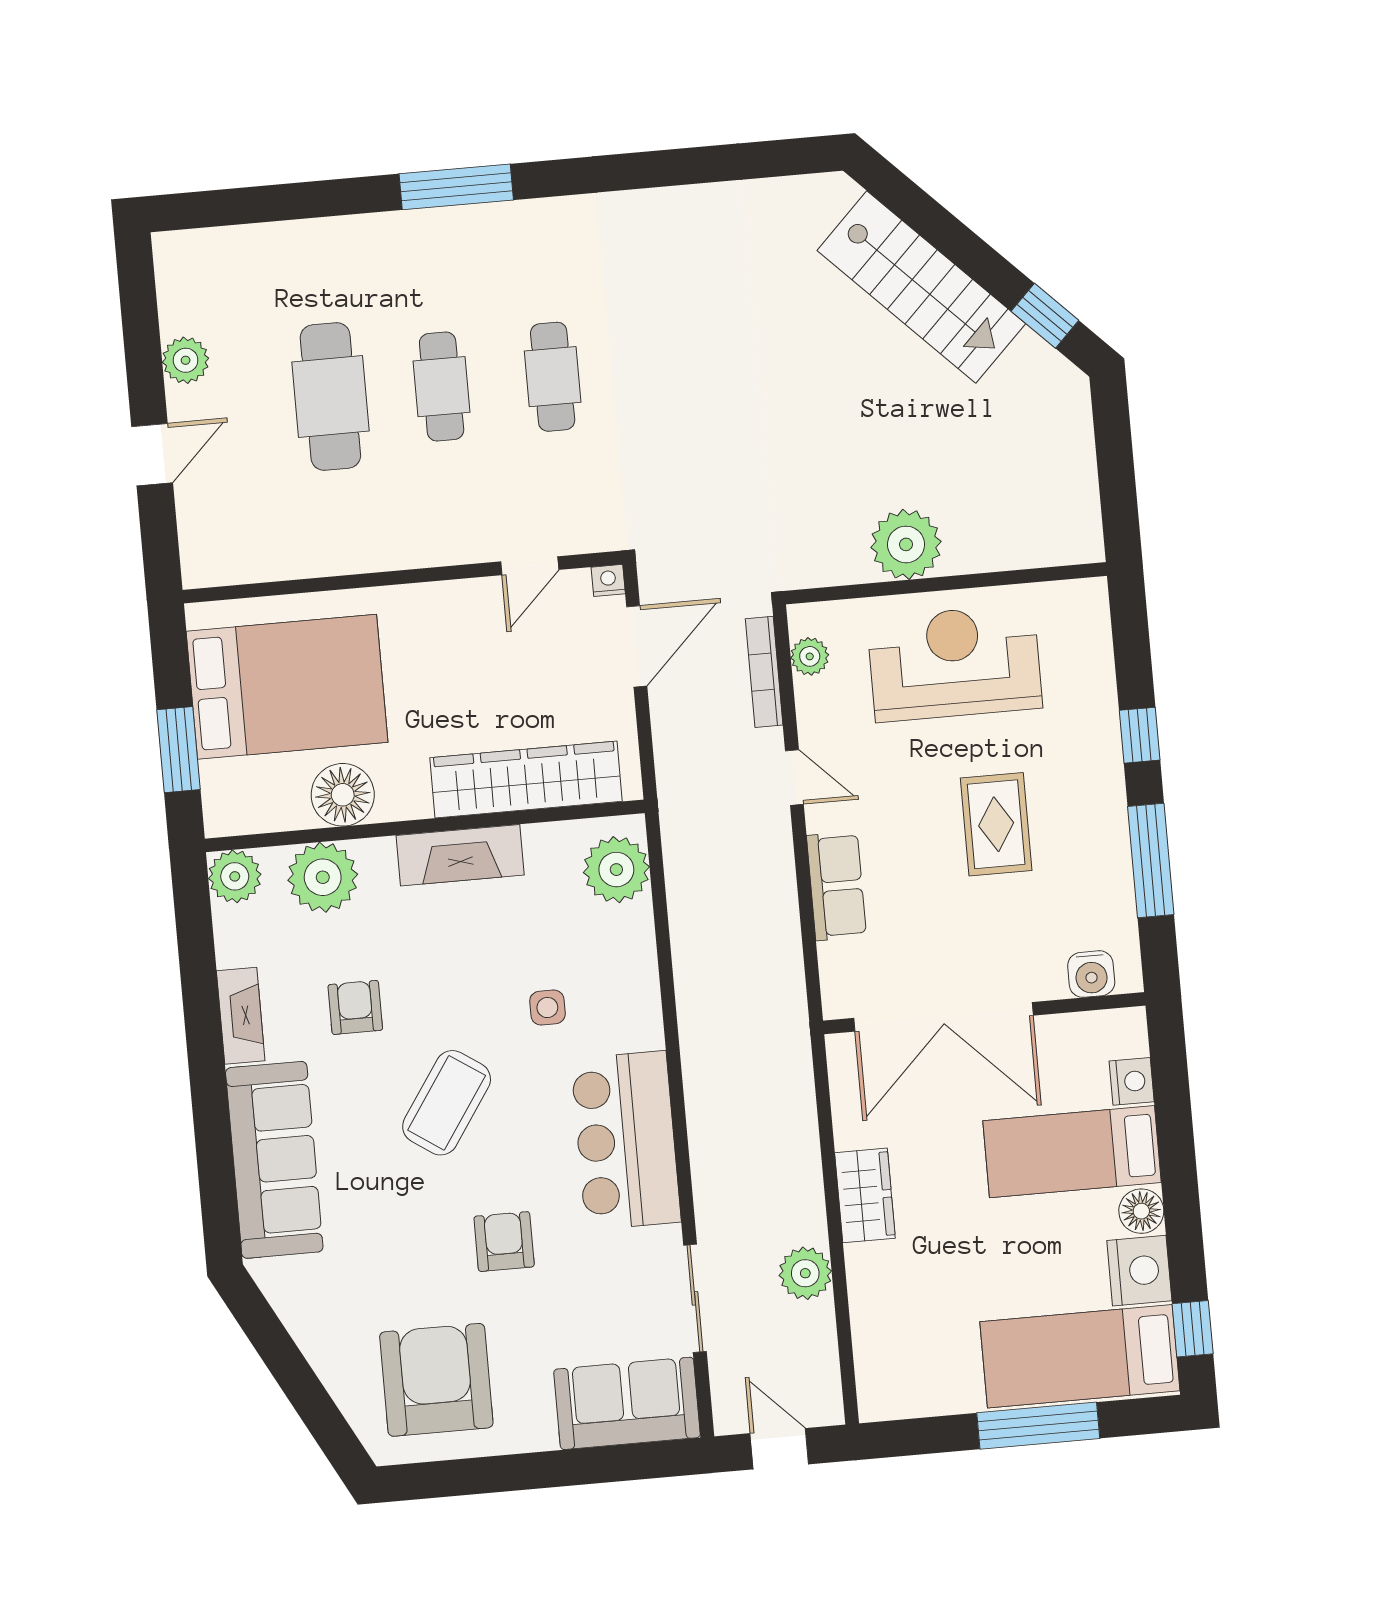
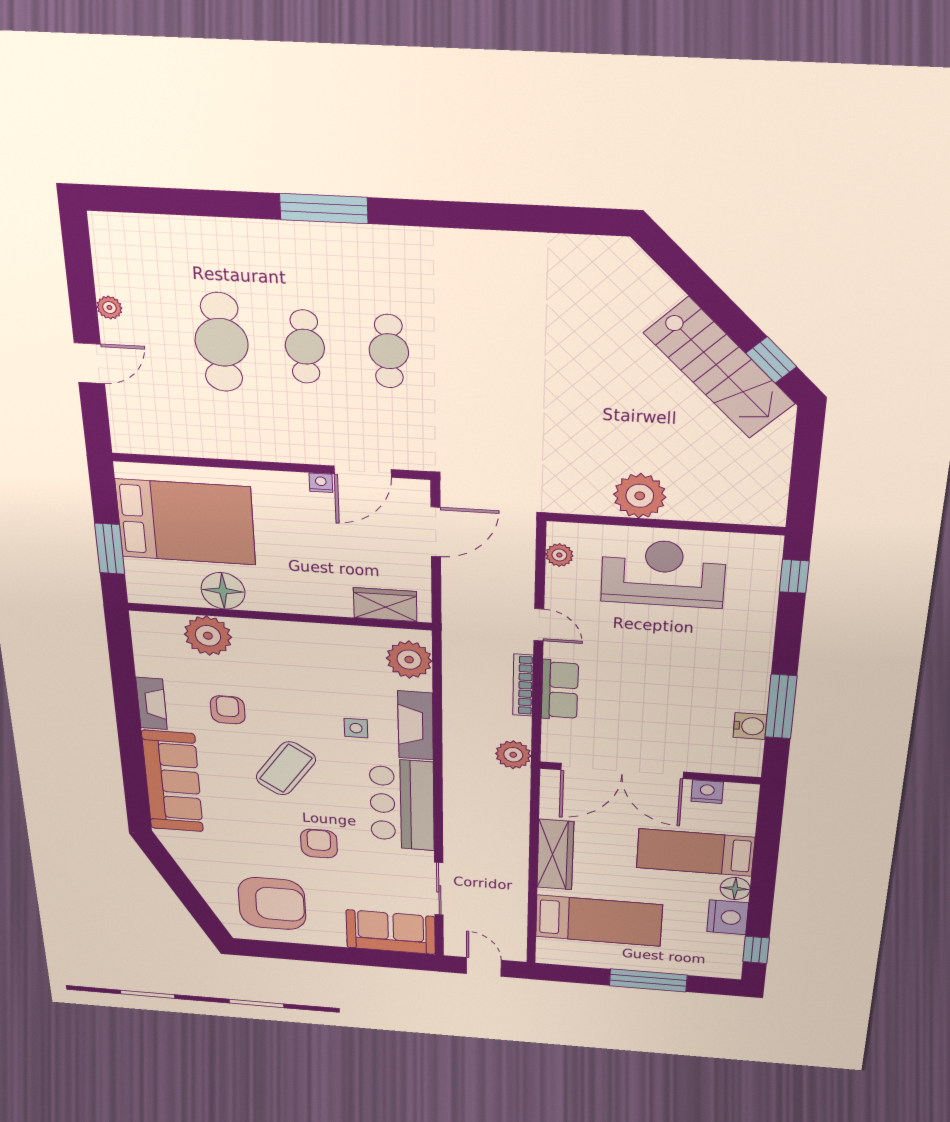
stairs: (921, 287) -> (720, 368), moved
plant: (186, 360) -> (109, 308), width x0.73, depth x0.73
door: (530, 566) -> (363, 472), width x1.38
nightstand: (608, 580) -> (321, 483), moved
bookcase: (764, 672) -> (523, 685), moved
window: (1140, 735) -> (794, 576), moved
wardrobe: (526, 780) -> (385, 605), width x0.48, depth x0.85
rug: (996, 824) -> (676, 671), removed
fireplace: (460, 855) -> (416, 726), moved, turned 90
plant: (235, 876) -> (148, 627), removed
water cooler: (1091, 974) -> (750, 726), moved, turned -90
nightstand: (1132, 1081) -> (707, 792), moved, turned -90
wardrobe: (865, 1195) -> (555, 855), width x1.50
plant: (805, 1273) -> (513, 755), moved
bed: (1080, 1356) -> (599, 921), moved, turned 180
armchair: (436, 1380) -> (272, 904), turned 90

